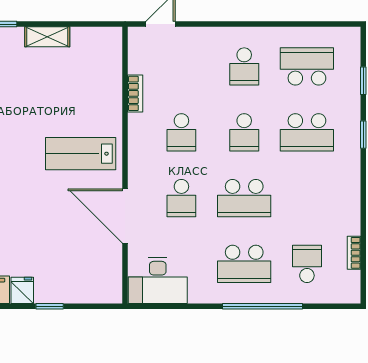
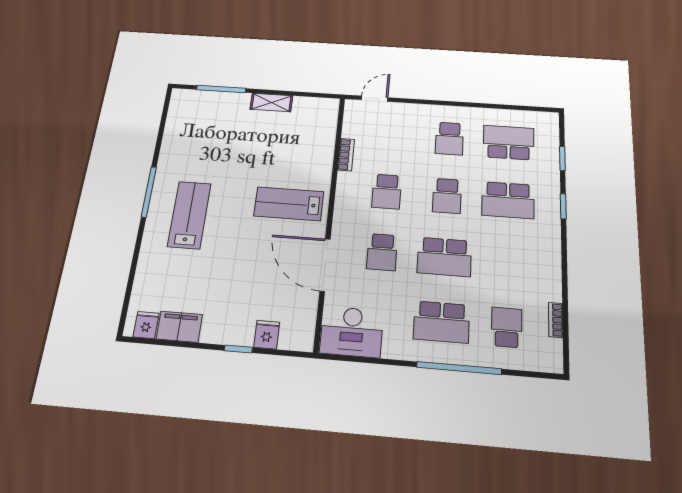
fridge: (22, 290) -> (267, 335), moved

